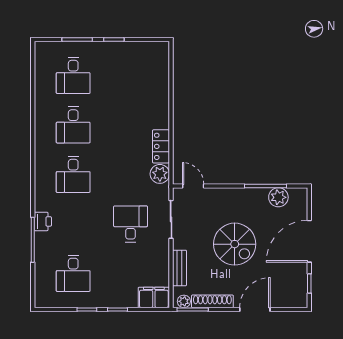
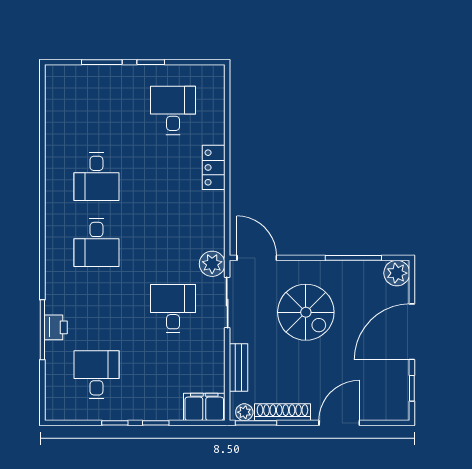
desk: (73, 75) -> (173, 110), moved, turned 180
locker: (161, 146) -> (214, 167), moved
plant: (160, 174) -> (212, 264), moved
door: (193, 186) -> (257, 258), width x1.38
plant: (278, 197) -> (397, 273), moved
printer: (43, 221) -> (56, 327), moved
spiral stairs: (235, 244) -> (306, 312), moved
desk: (73, 273) -> (96, 375), turned 180

